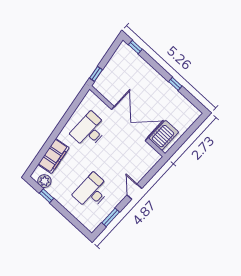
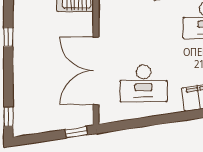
double door: (130, 124) -> (96, 71), moved

